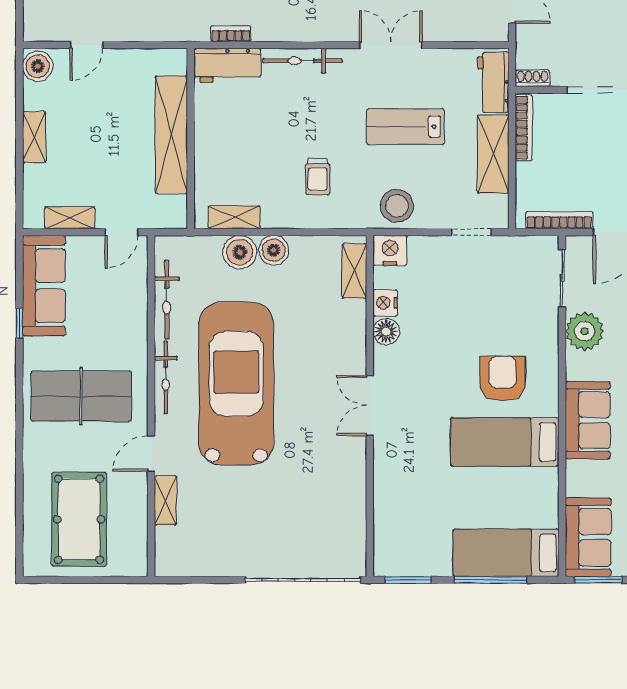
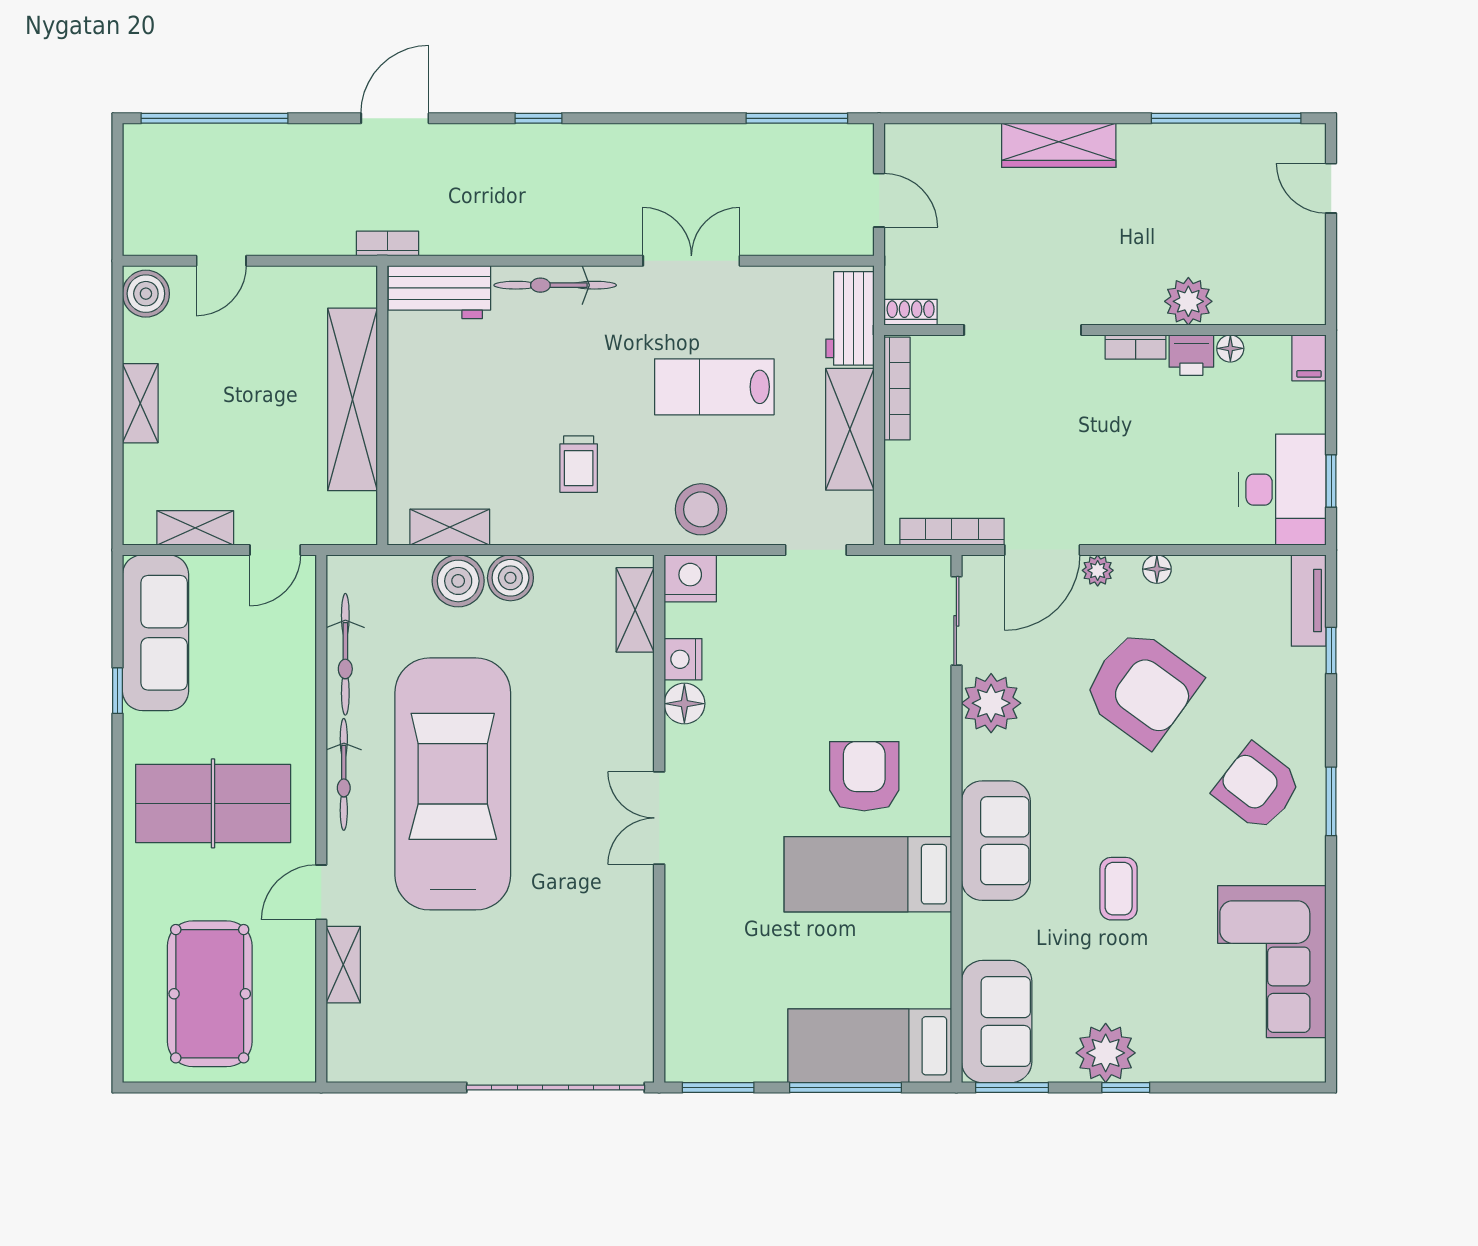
bookcase: (231, 34) -> (387, 244), moved

